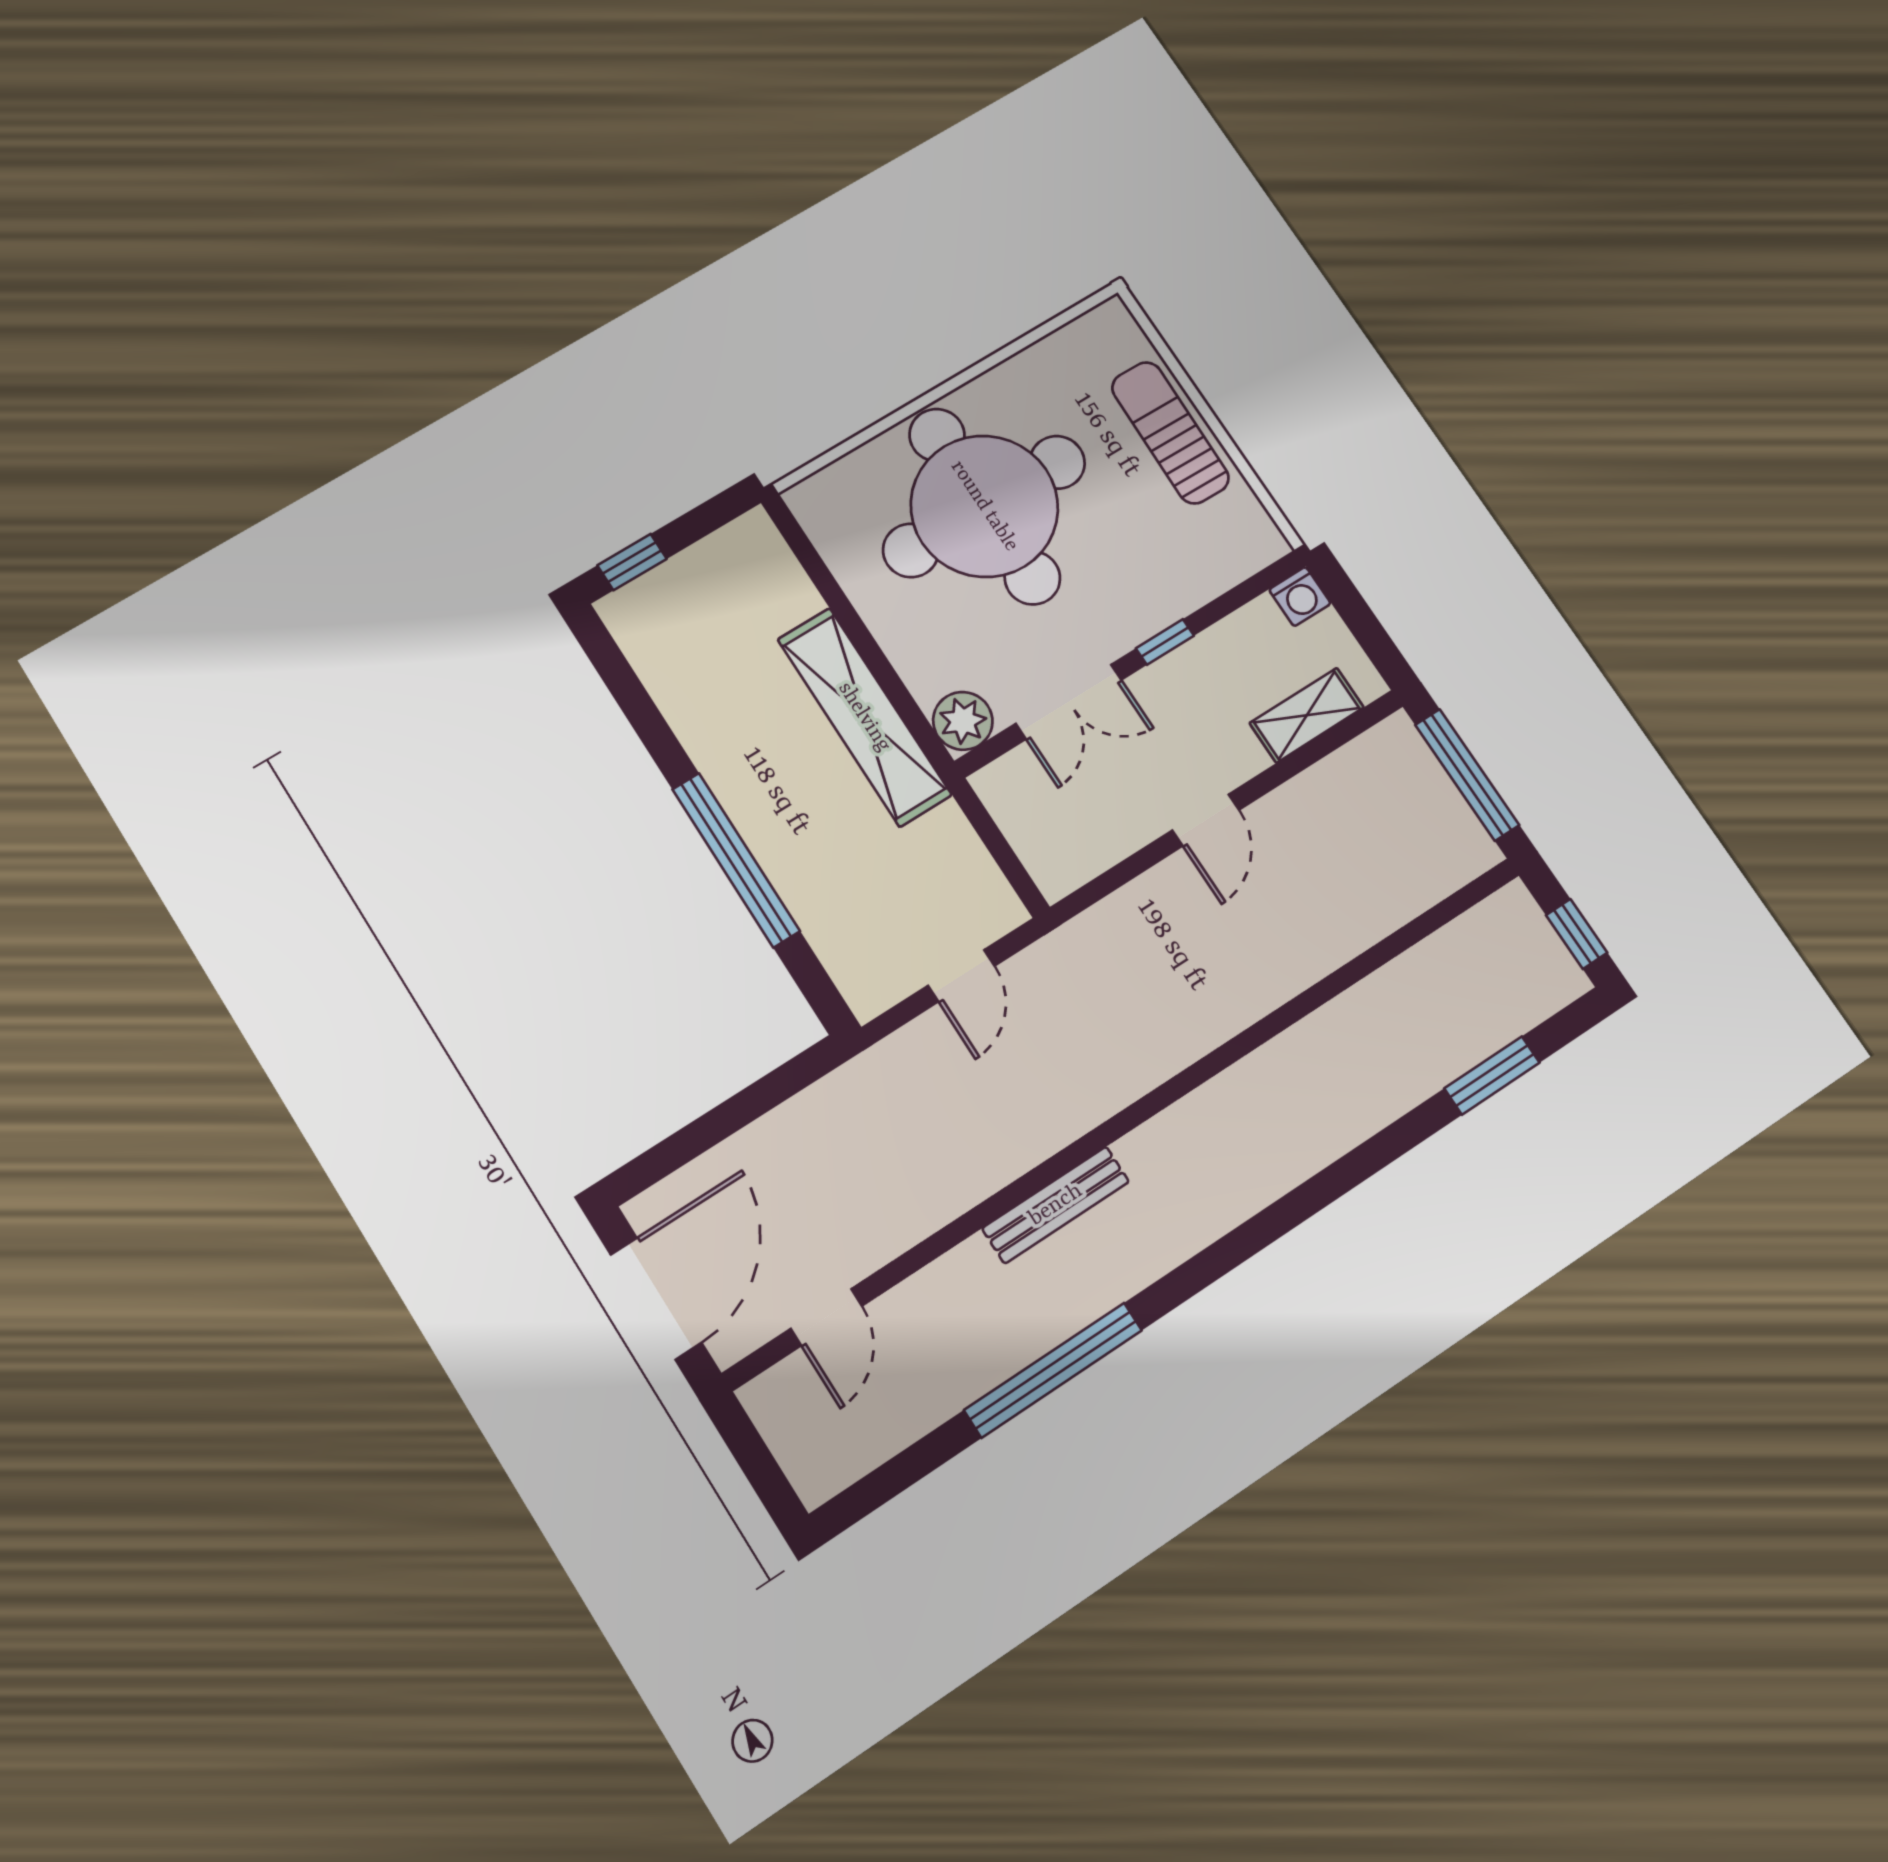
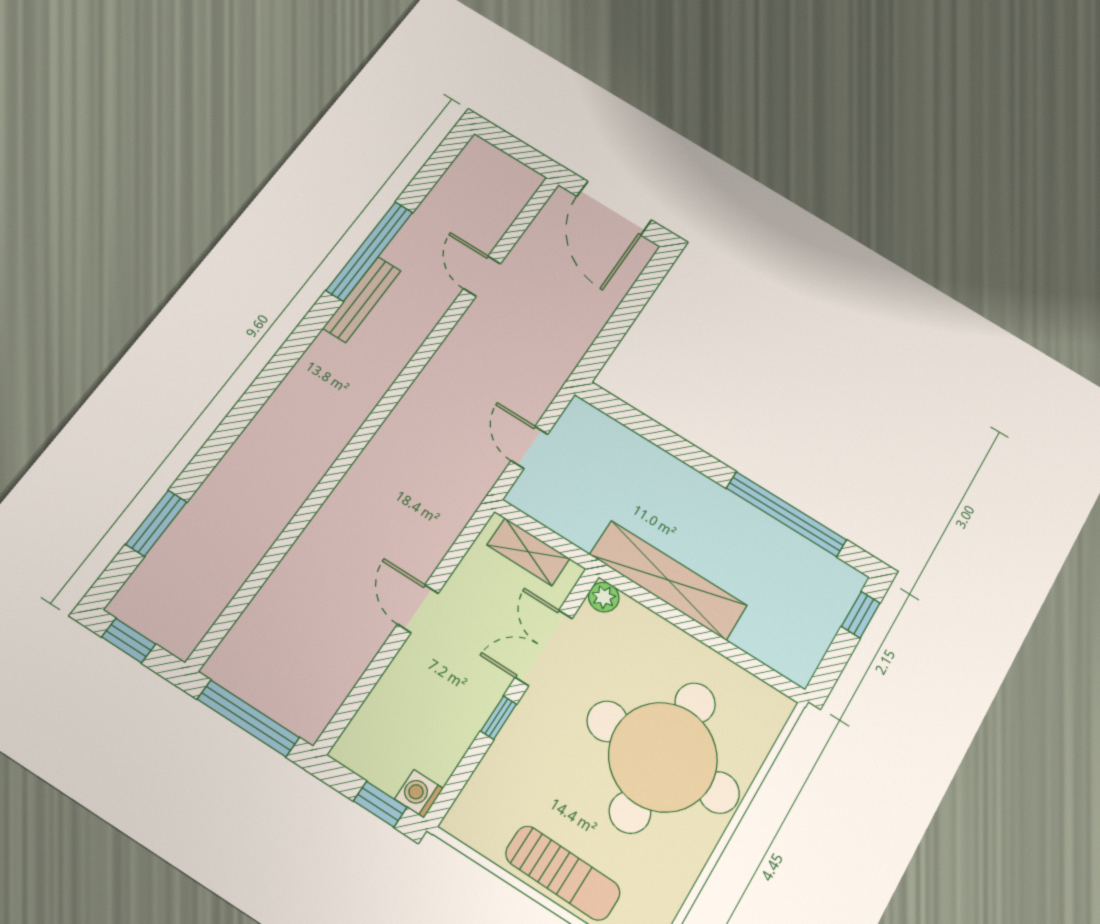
window: (1350, 605) -> (380, 804), added
shelving: (1307, 715) -> (528, 552), moved, turned 90
plant: (963, 721) -> (604, 597), width x0.73, depth x0.73
window: (736, 860) -> (786, 514), moved
bench: (1056, 1205) -> (362, 299), moved
door: (826, 1317) -> (482, 276), moved

